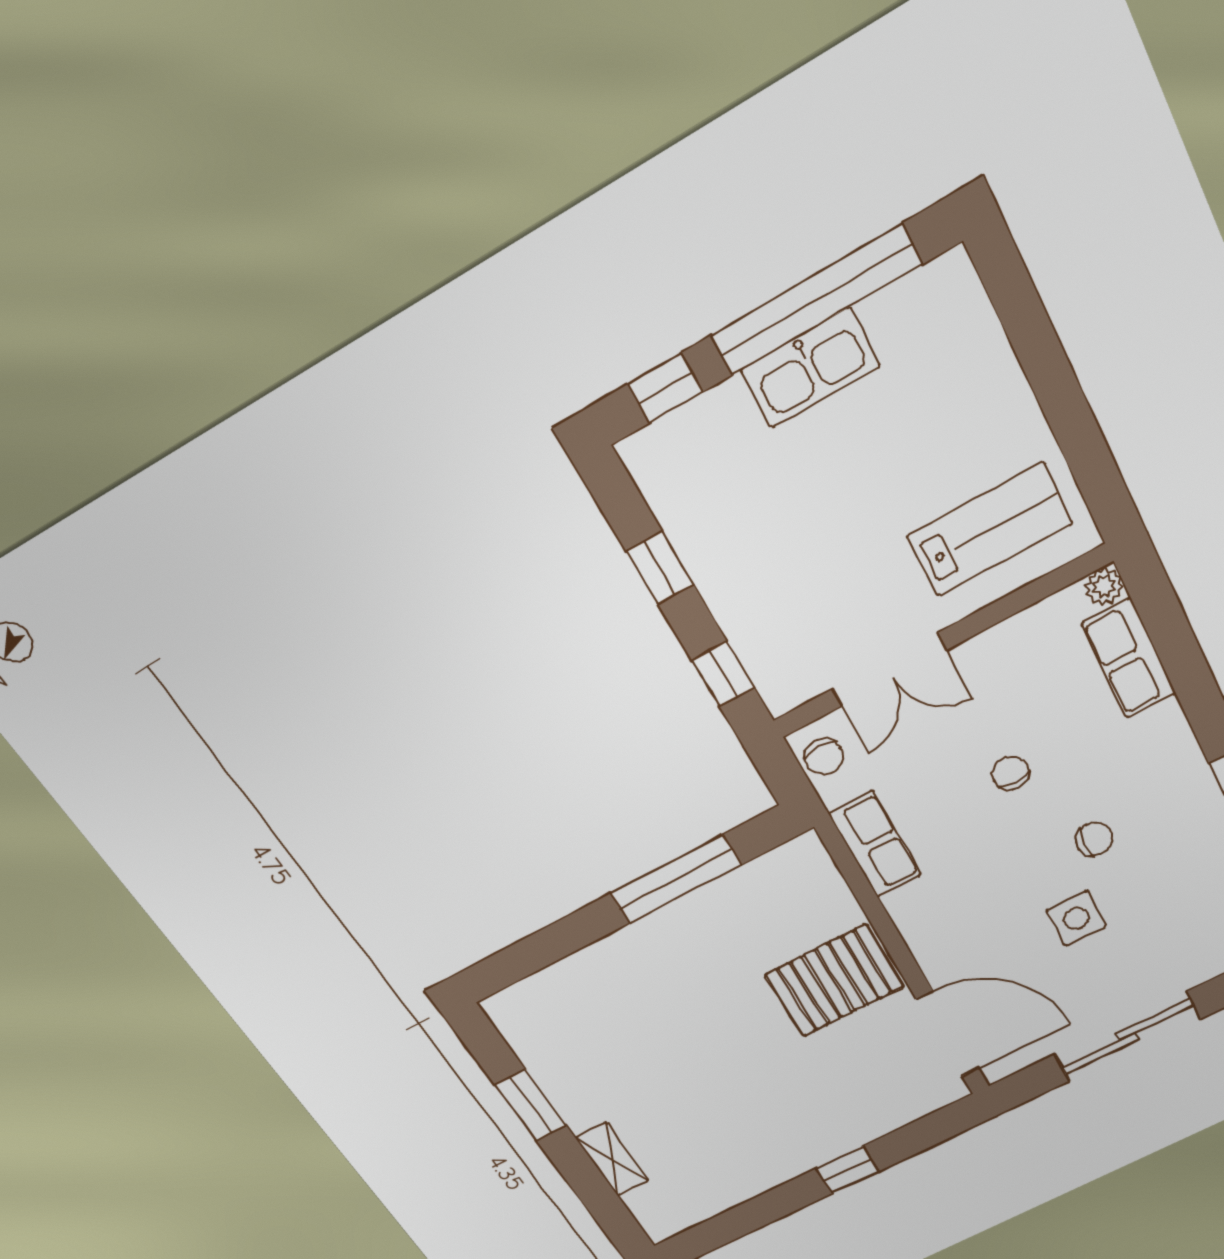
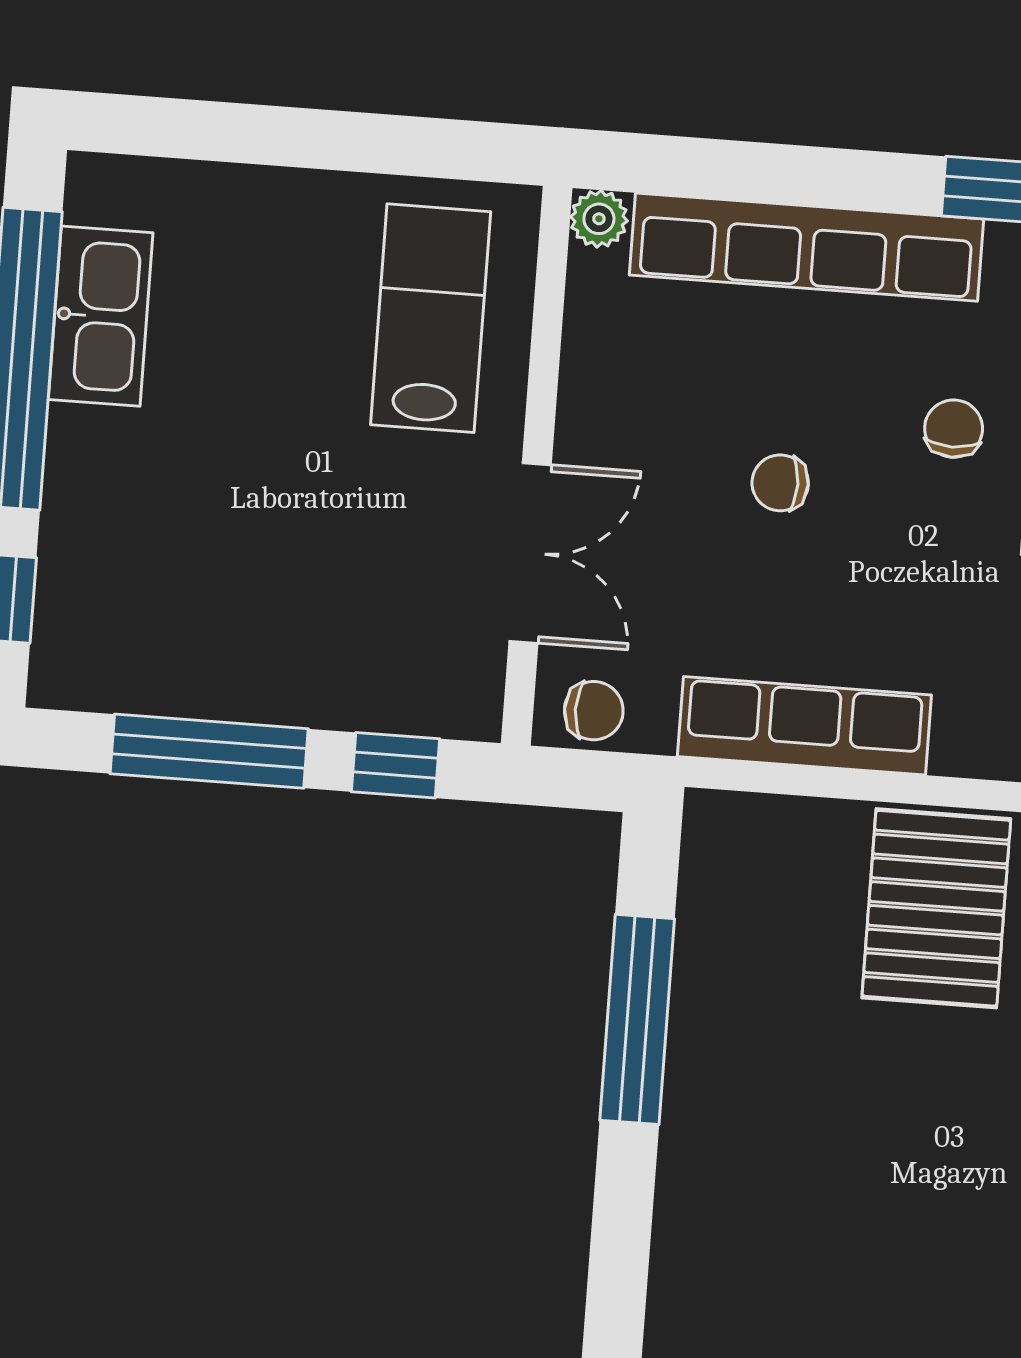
kitchen sink: (810, 368) -> (101, 316), moved
window: (660, 568) -> (209, 751), width x2.17
row of seats: (1129, 659) -> (807, 247), width x2.02
row of seats: (875, 844) -> (804, 726), width x1.48

